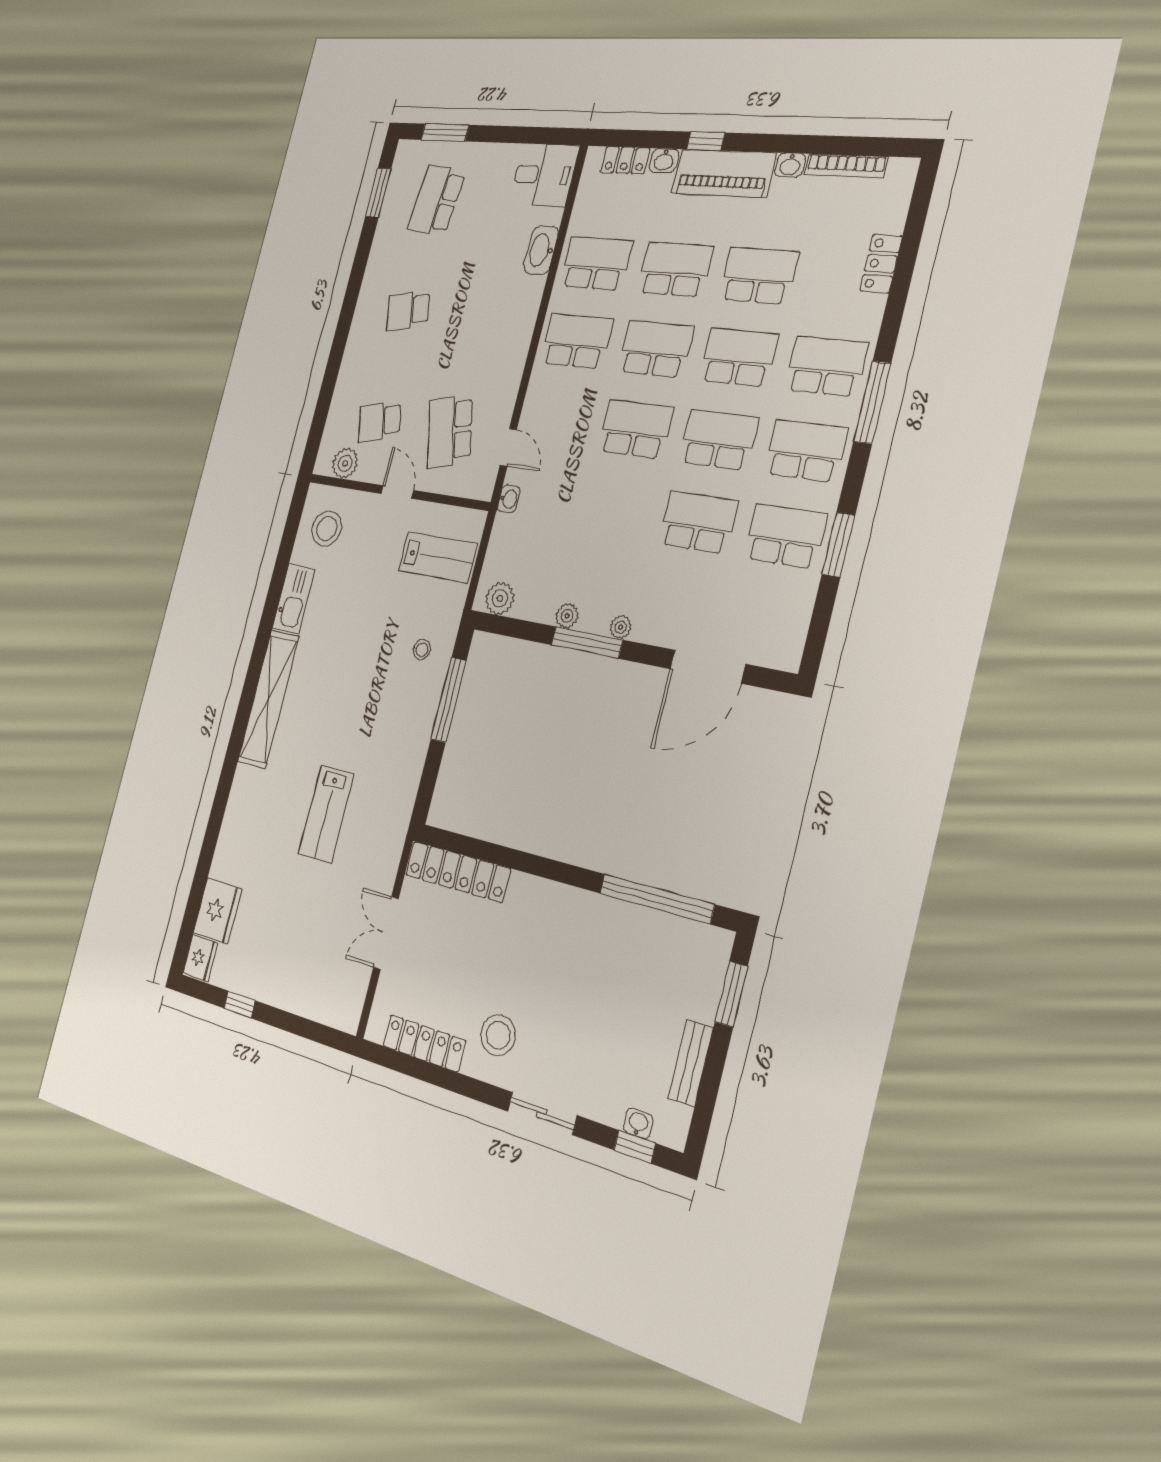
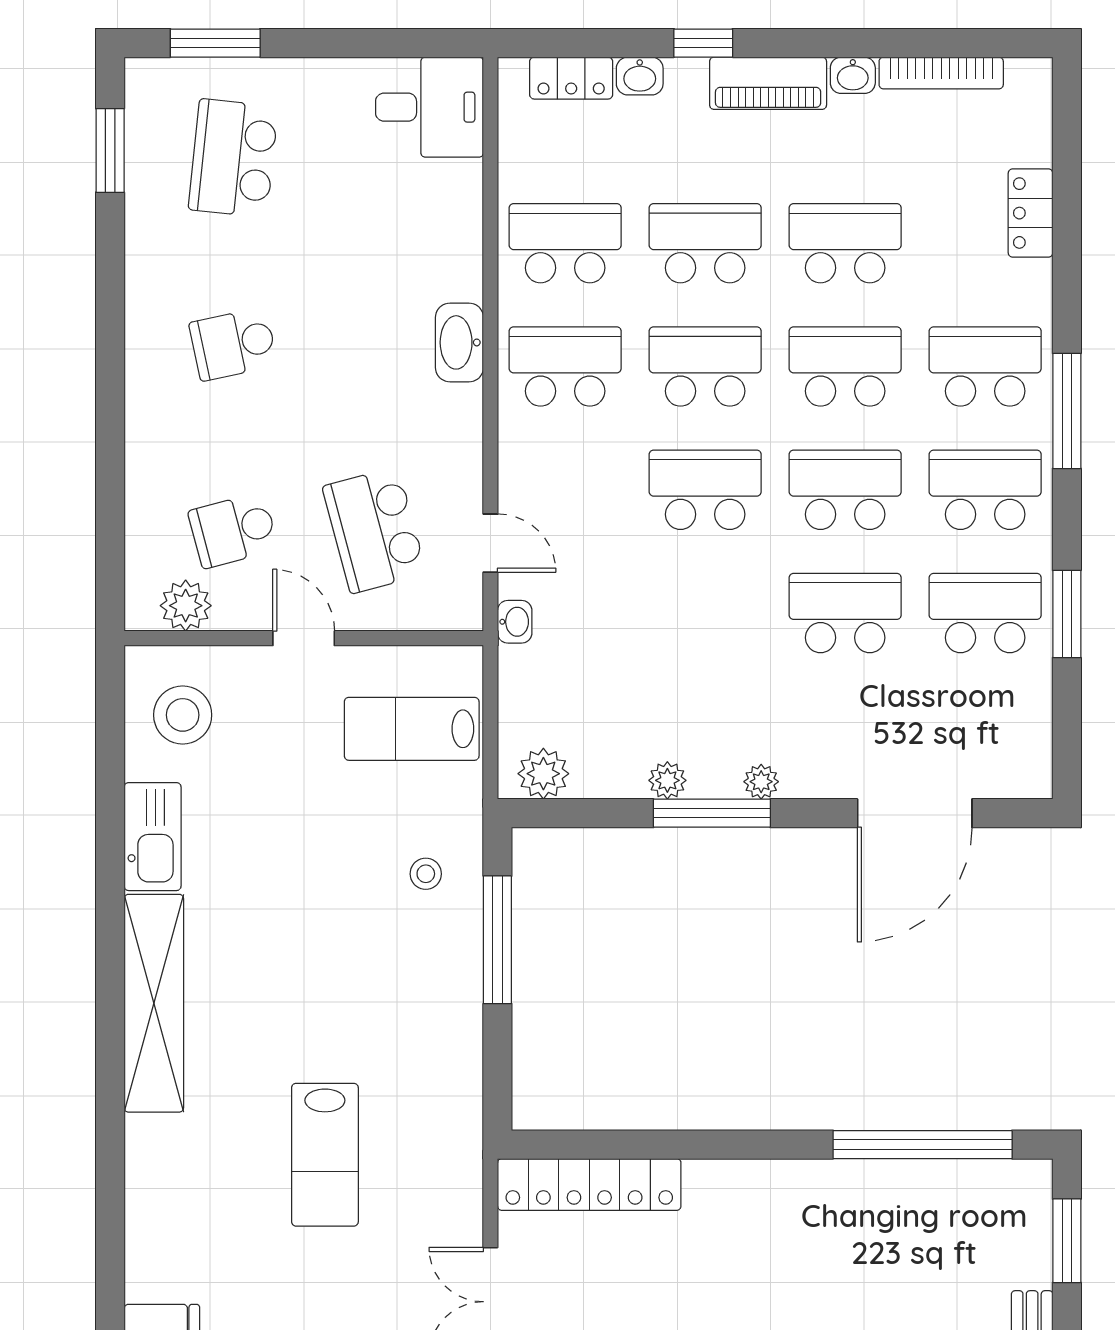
piano: (724, 173) -> (768, 83), width x0.73, depth x0.75
washbasin: (541, 250) -> (459, 342), moved
lab bench: (438, 557) -> (412, 729), turned 180

